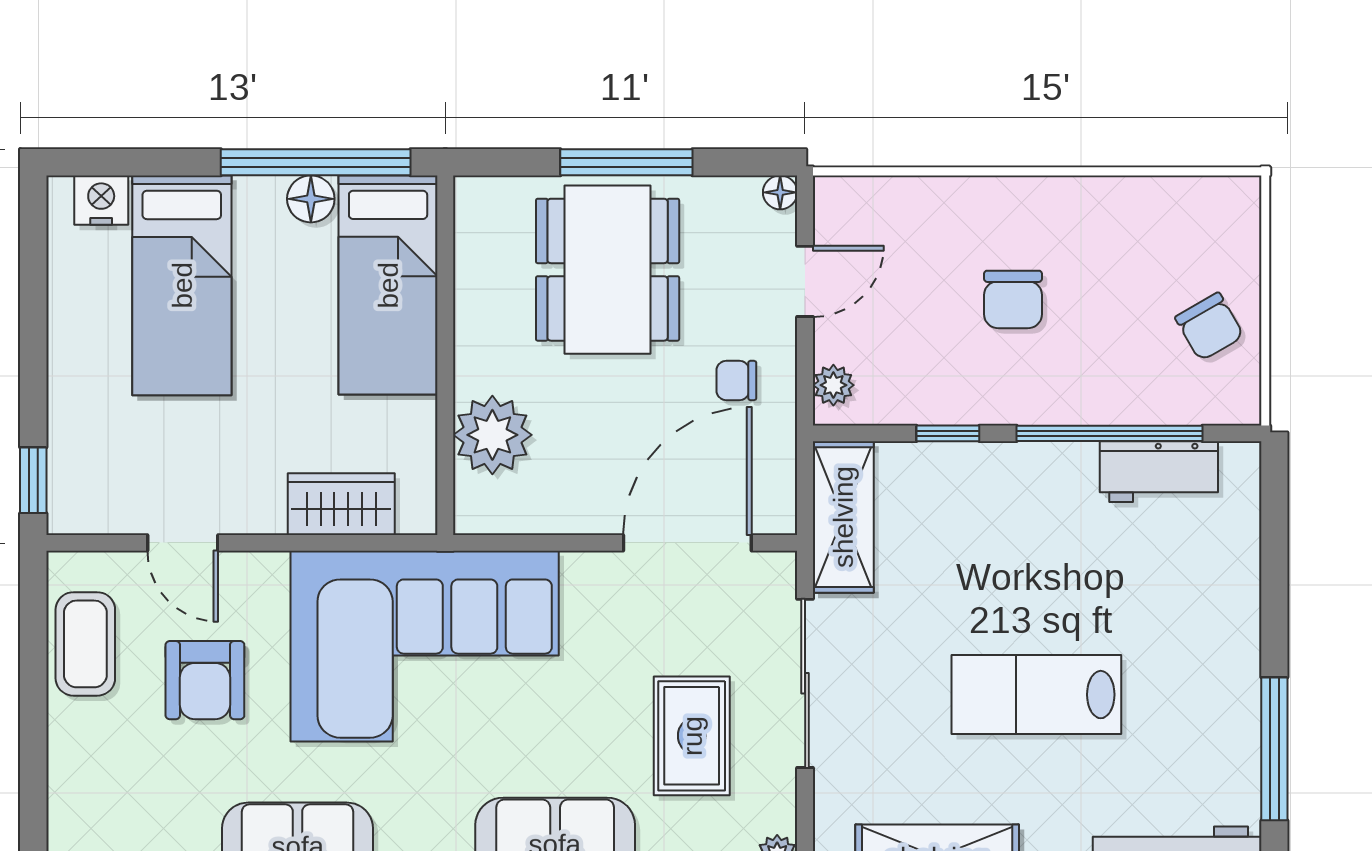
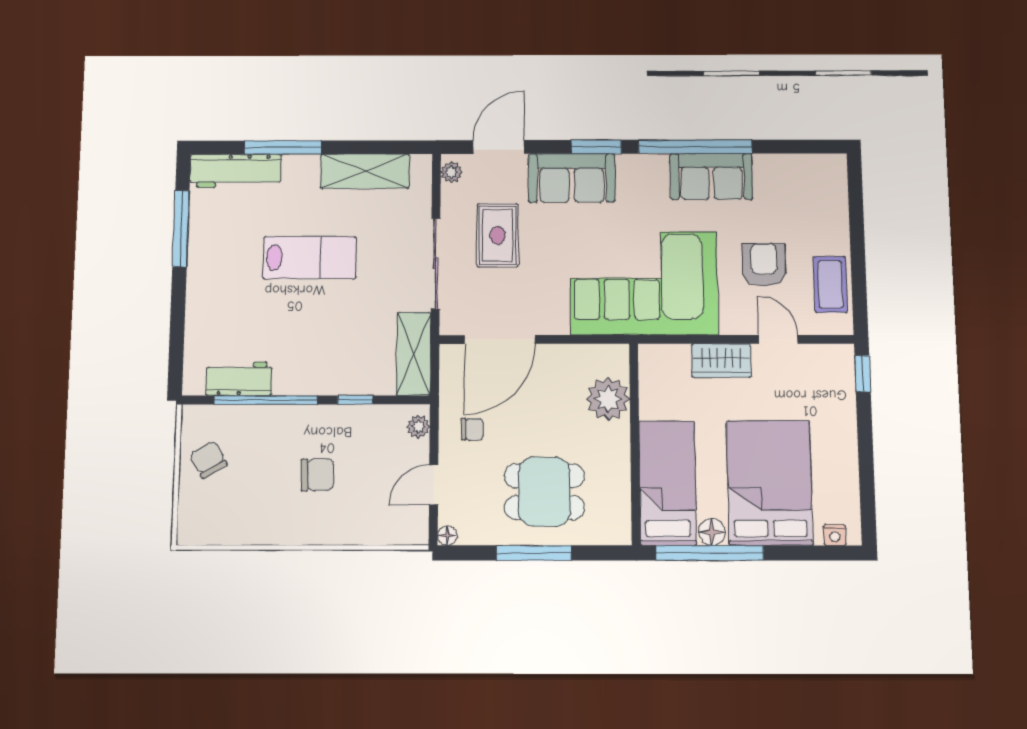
nightstand: (101, 200) -> (835, 535), width x0.72, depth x0.74
dining table: (608, 270) -> (544, 492), width x0.73
bed: (182, 285) -> (769, 483), width x1.50
chair: (1013, 299) -> (317, 475), turned 89
wardrobe: (341, 504) -> (721, 361), moved

